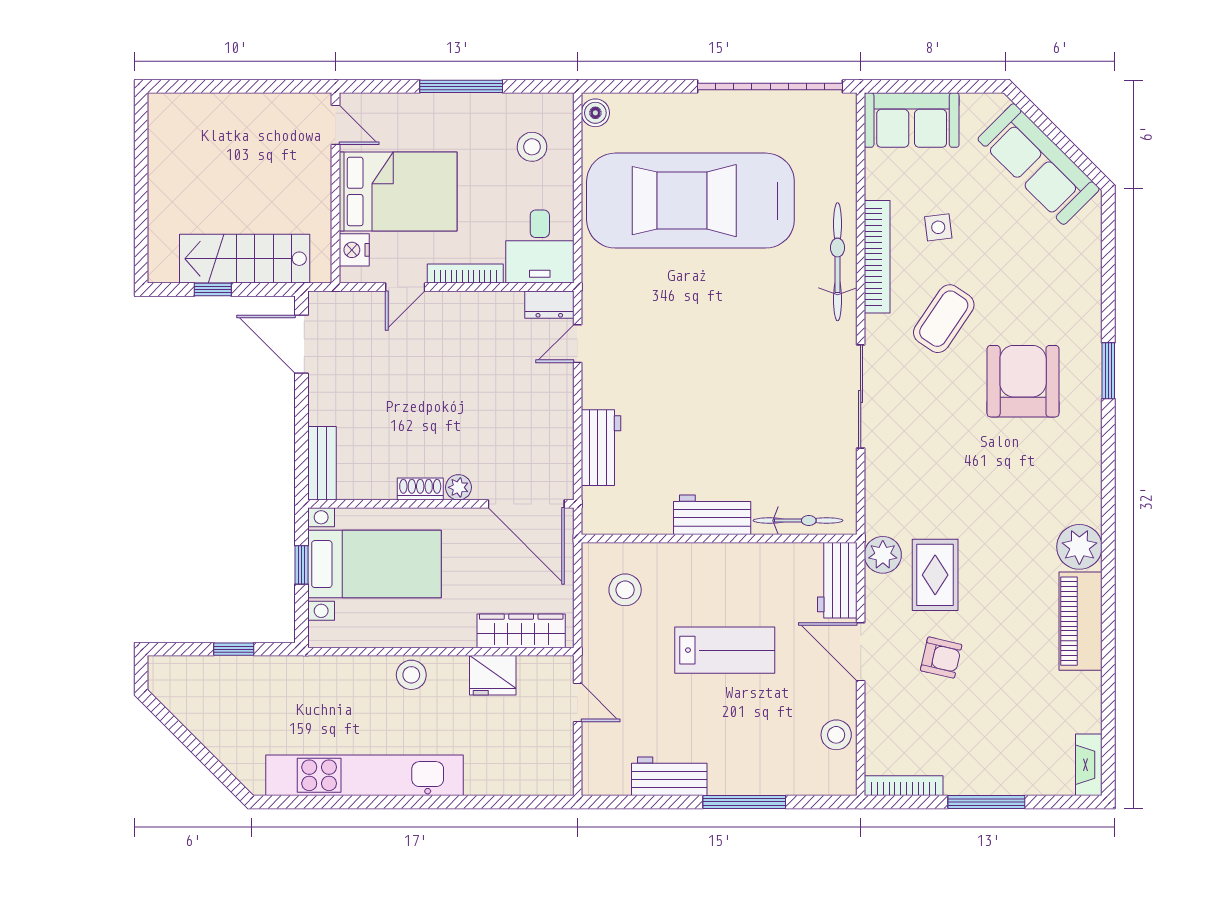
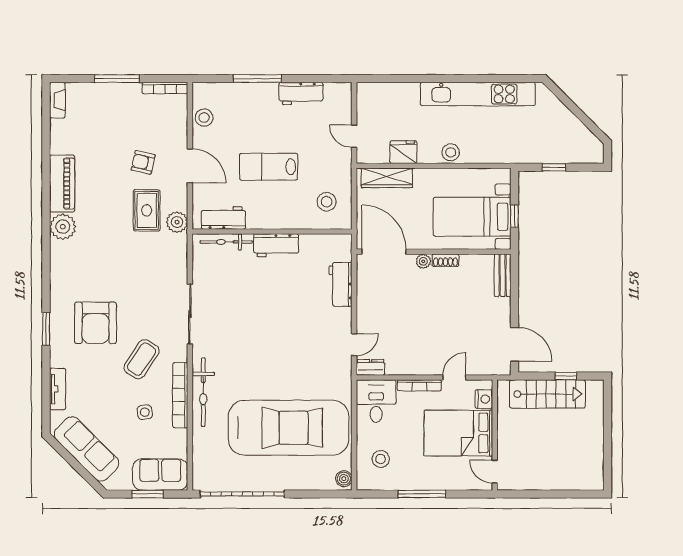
window: (933, 86) -> (148, 494), added
tv unit: (1088, 267) -> (58, 389), added
workbench: (837, 580) -> (223, 218), moved, turned -90

